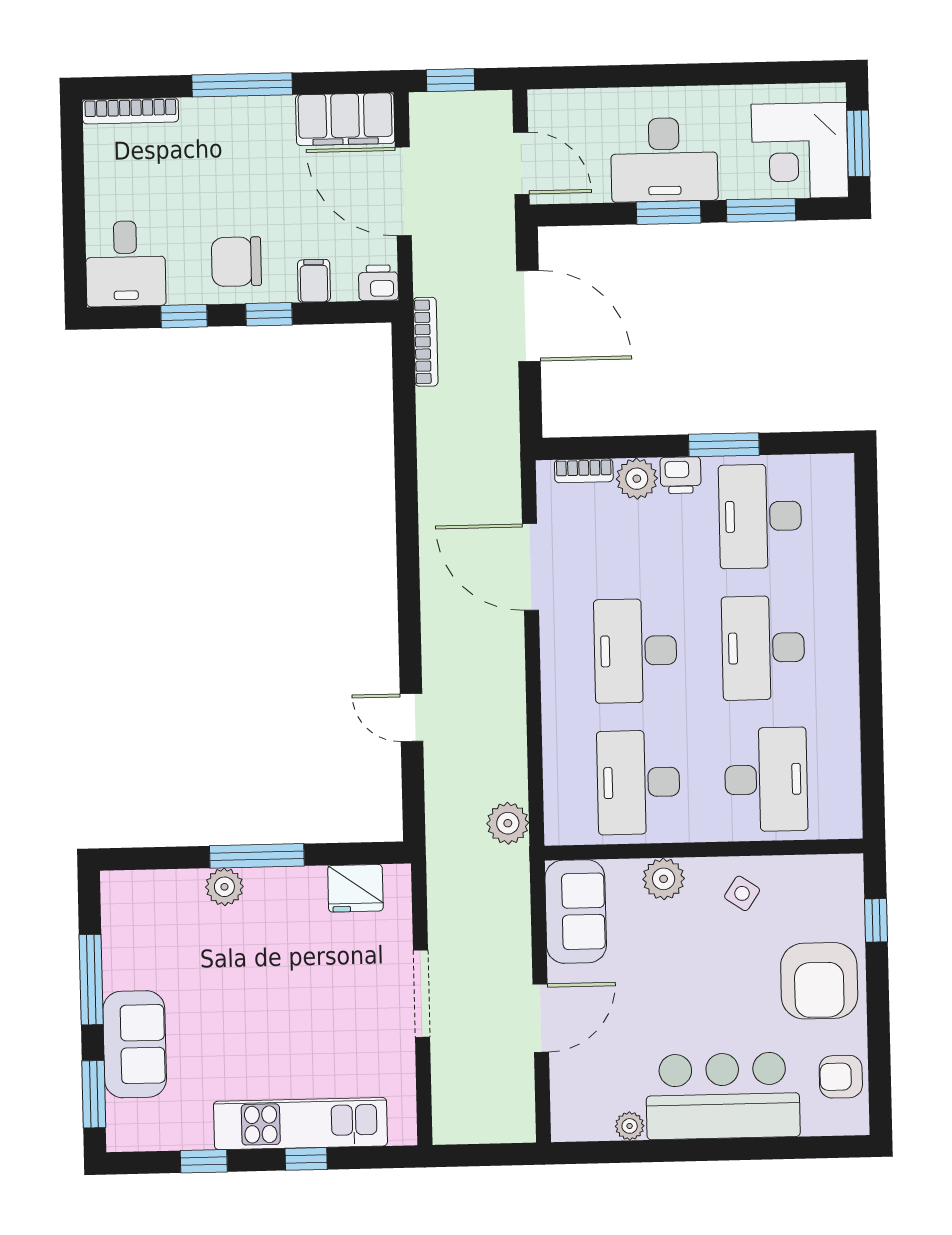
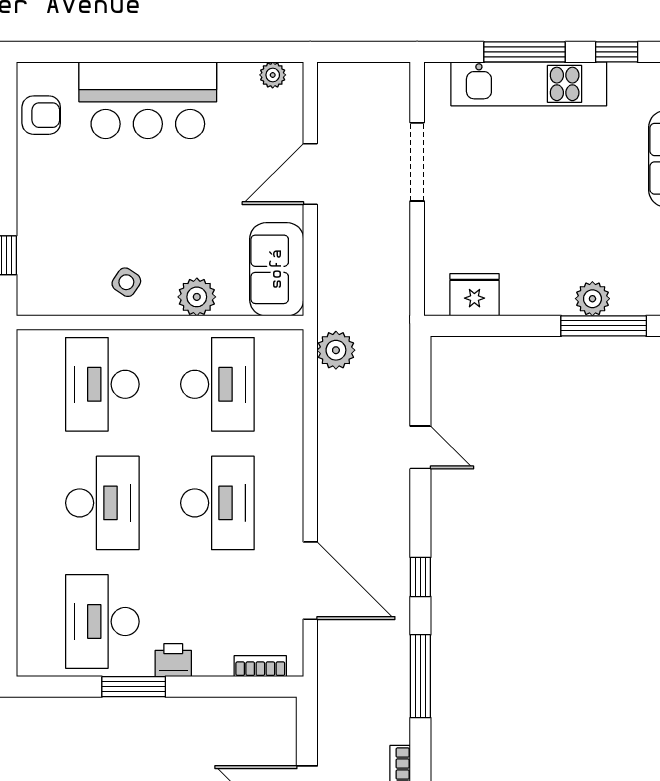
window: (406, 464) -> (420, 676), added
plant: (637, 479) -> (213, 658), removed
desk: (760, 516) -> (102, 622), turned 180
window: (408, 574) -> (420, 577), added
window: (257, 856) -> (604, 326), moved
armchair: (819, 981) -> (59, 202), removed
doorway: (422, 994) -> (417, 162), moved
plant: (630, 1126) -> (273, 75), moved
window: (306, 1159) -> (525, 52), width x2.17

